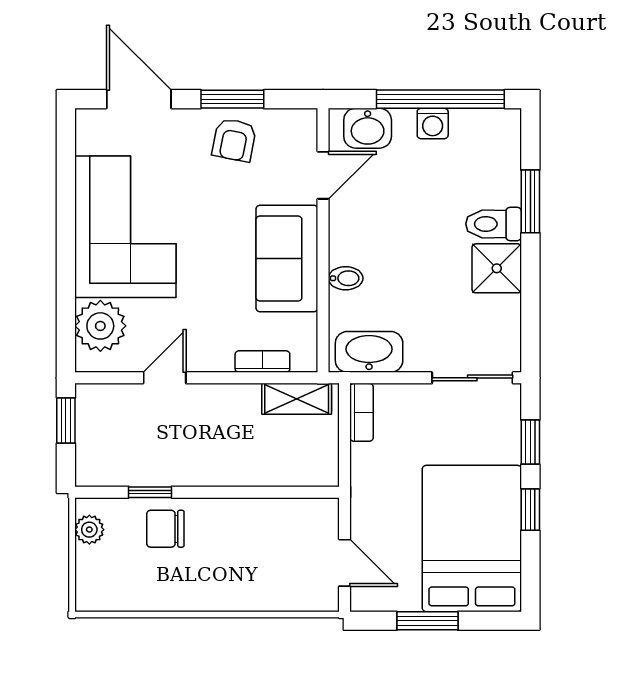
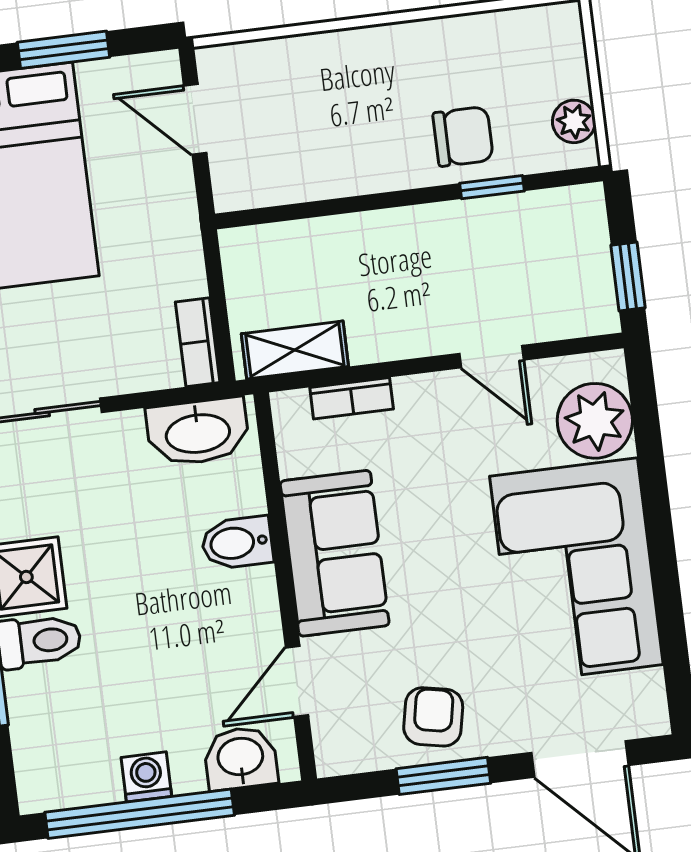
bidet: (346, 278) -> (237, 543), width x1.38, depth x1.36
door: (165, 378) -> (491, 357), hinge flipped

